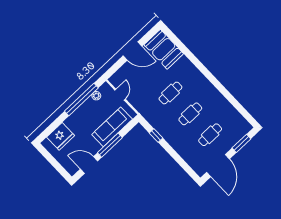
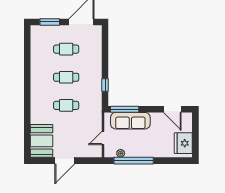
door: (133, 51) -> (65, 161), swing flipped
fridge: (61, 136) -> (183, 143), moved, turned -90
window: (110, 145) -> (125, 109), moved

